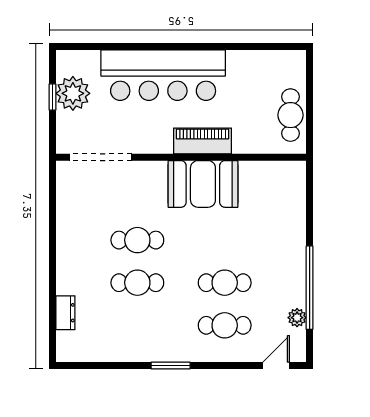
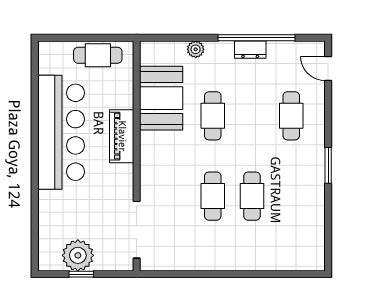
bar counter: (163, 75) -> (61, 132), moved
booth: (203, 184) -> (161, 98), moved
cafe table: (225, 283) -> (213, 116), moved
dresser: (65, 313) -> (250, 50), moved, turned 180
plant: (297, 318) -> (196, 49), moved

